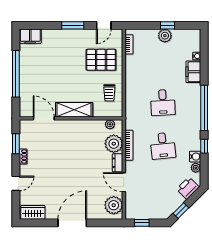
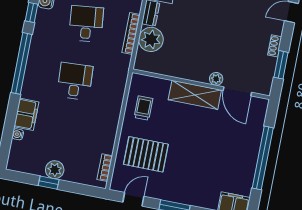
plant: (110, 124) -> (216, 79), moved

